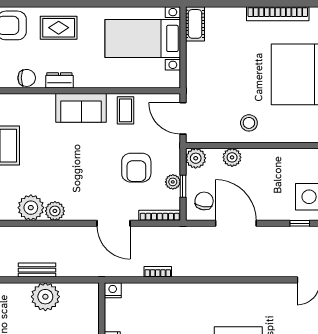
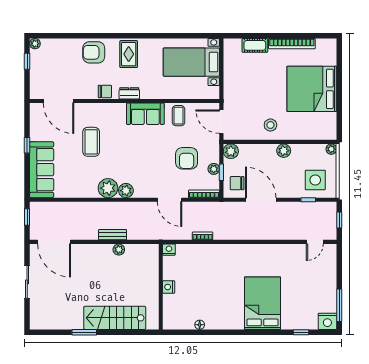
cot: (195, 24) -> (255, 45), moved, turned 90
rug: (59, 28) -> (129, 54), turned 90
plant: (232, 157) -> (284, 151), moved
chair: (204, 201) -> (237, 183), turned -99
plant: (45, 297) -> (119, 250), width x0.53, depth x0.53

